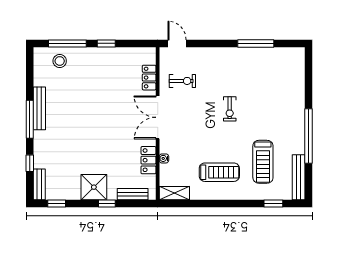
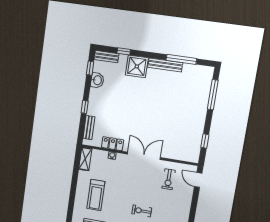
window: (106, 43) -> (205, 141), moved
door: (177, 43) -> (198, 180), swing flipped
stool: (60, 61) -> (200, 87), removed
locker: (149, 78) -> (175, 154), removed
window: (30, 119) -> (181, 59), moved
shower: (94, 187) -> (137, 66), moved
washbasin: (71, 192) -> (97, 80), added

